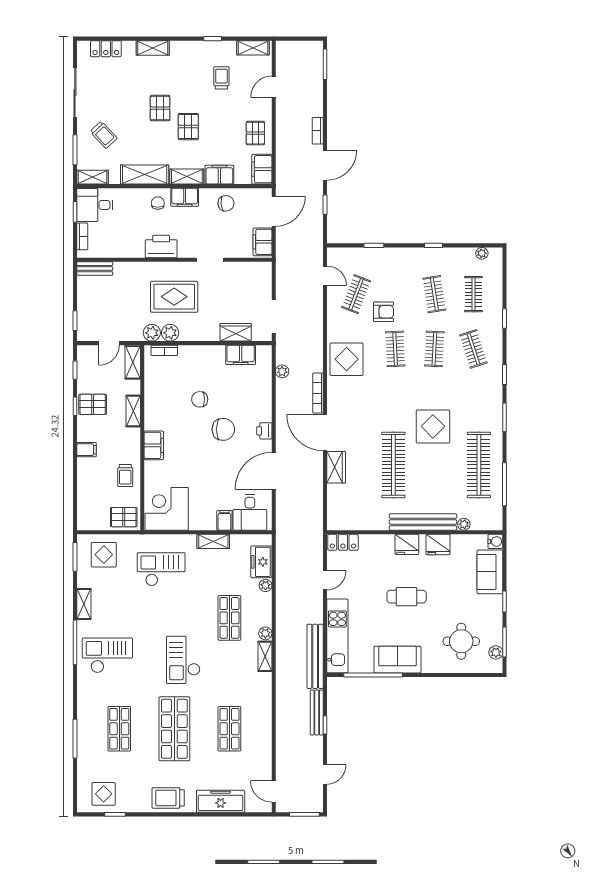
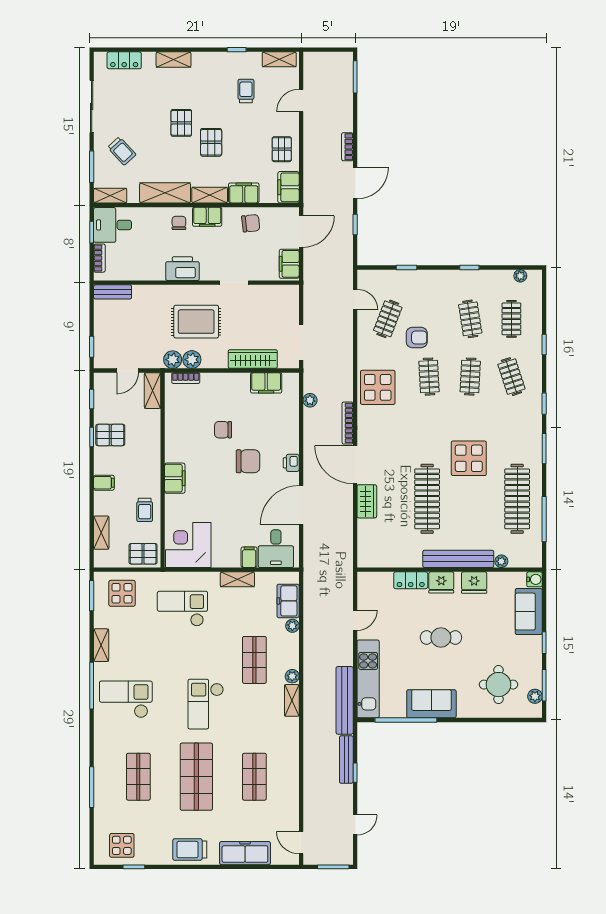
wardrobe: (236, 332) -> (253, 359), width x1.50
shelving: (133, 411) -> (101, 533), moved
locker: (343, 542) -> (411, 580), moved

